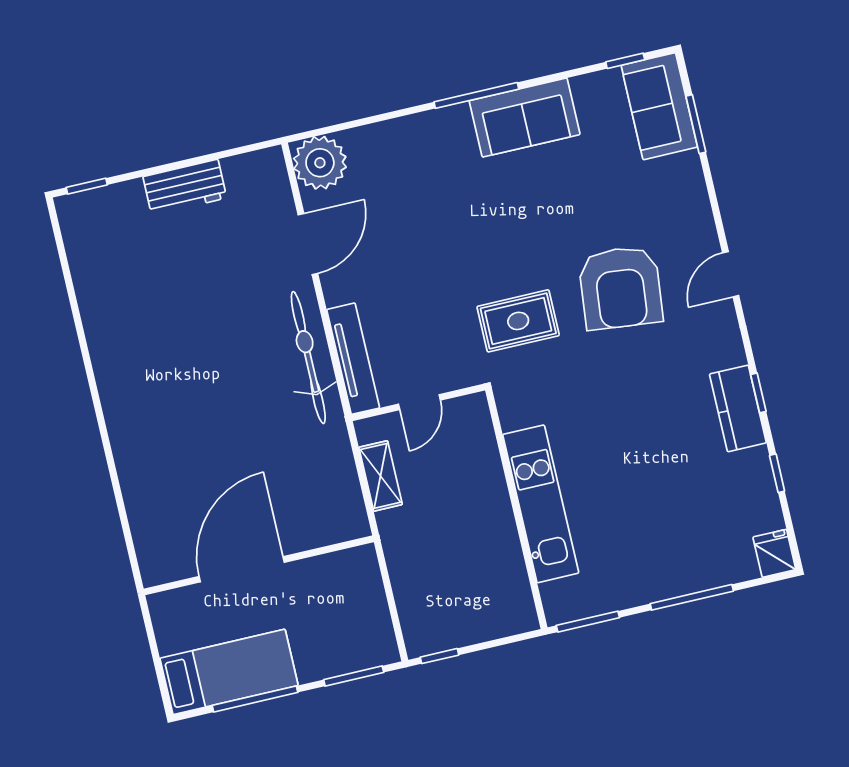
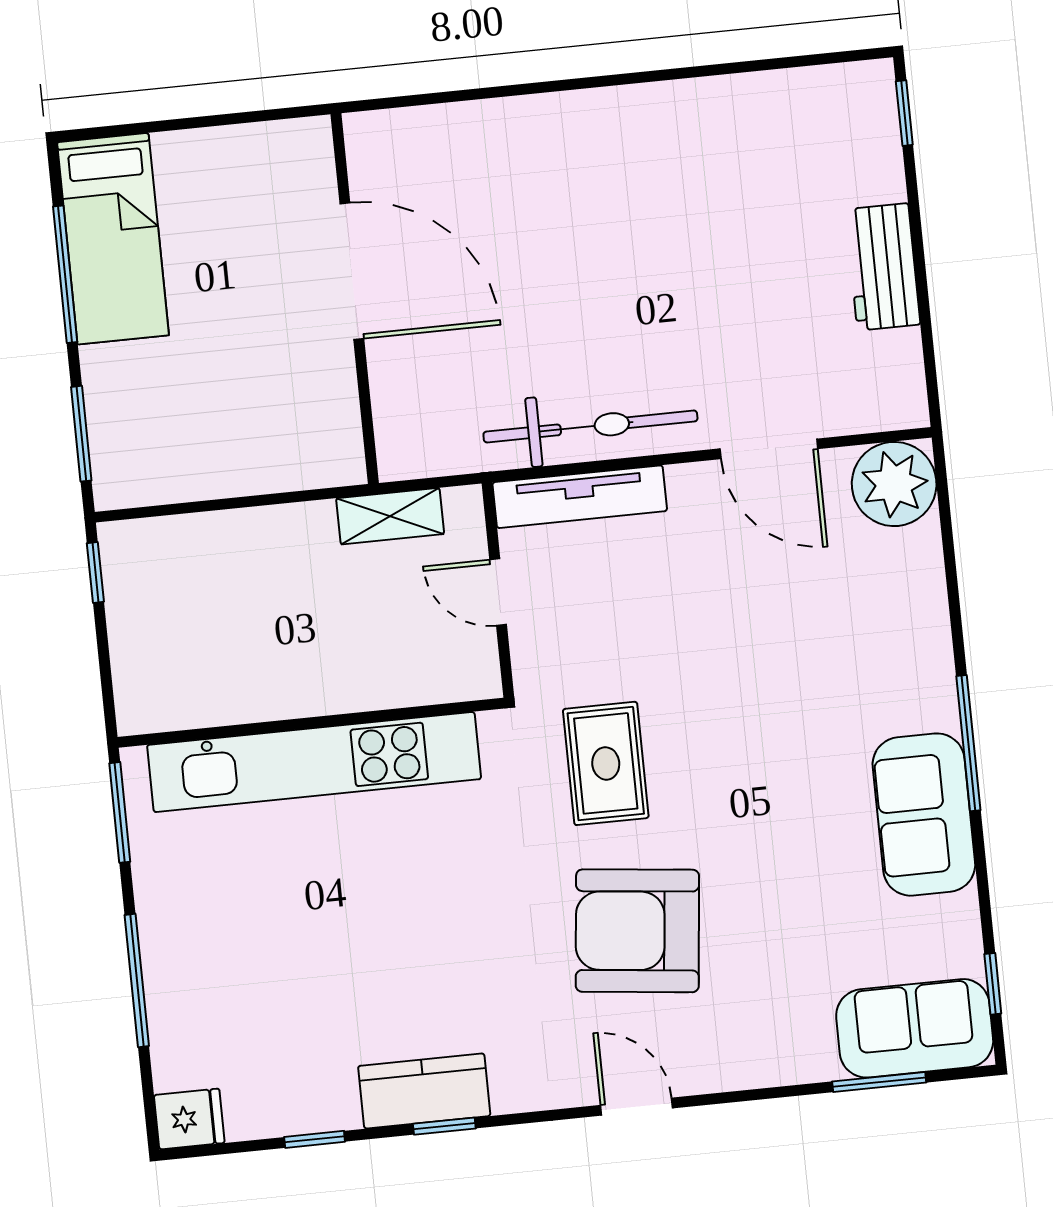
kitchen unit: (541, 504) -> (314, 762), width x1.36
wall: (259, 565) -> (355, 299), moved
door: (242, 569) -> (352, 271), moved

